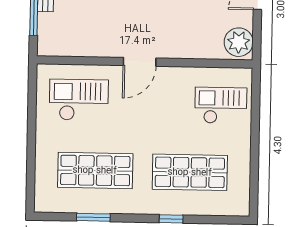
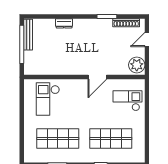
door: (140, 62) -> (97, 77), moved
checkout: (79, 100) -> (48, 99), turned -90

